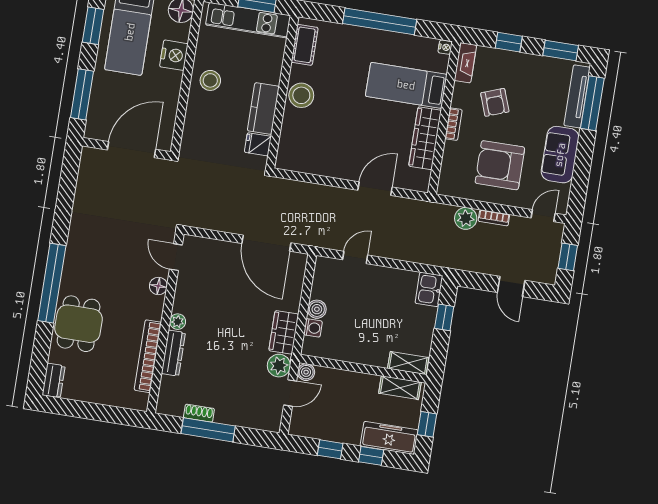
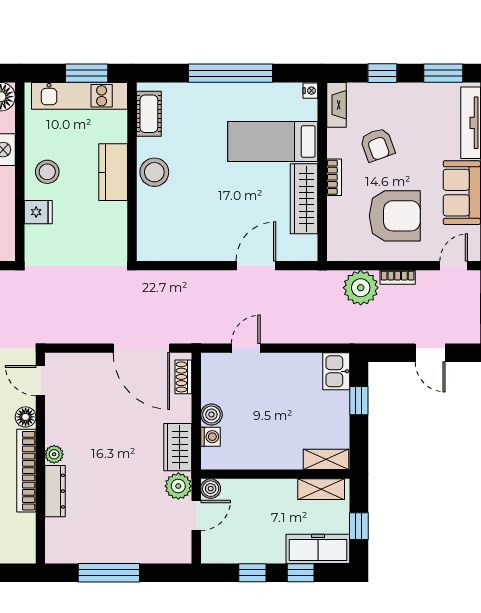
kitchen counter: (263, 109) -> (113, 172), moved
fridge: (258, 144) -> (38, 212), moved, turned 180
armchair: (500, 165) -> (395, 216), turned 180
plant: (466, 218) -> (361, 288), width x1.36, depth x1.36
bookcase: (148, 356) -> (26, 471), moved
shoe rack: (199, 413) -> (183, 377), moved, turned -90

